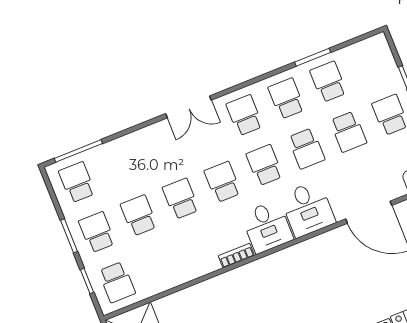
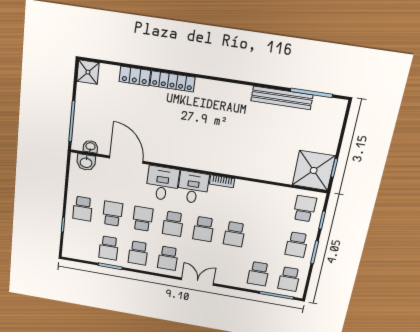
school desk: (139, 215) -> (258, 274), moved

